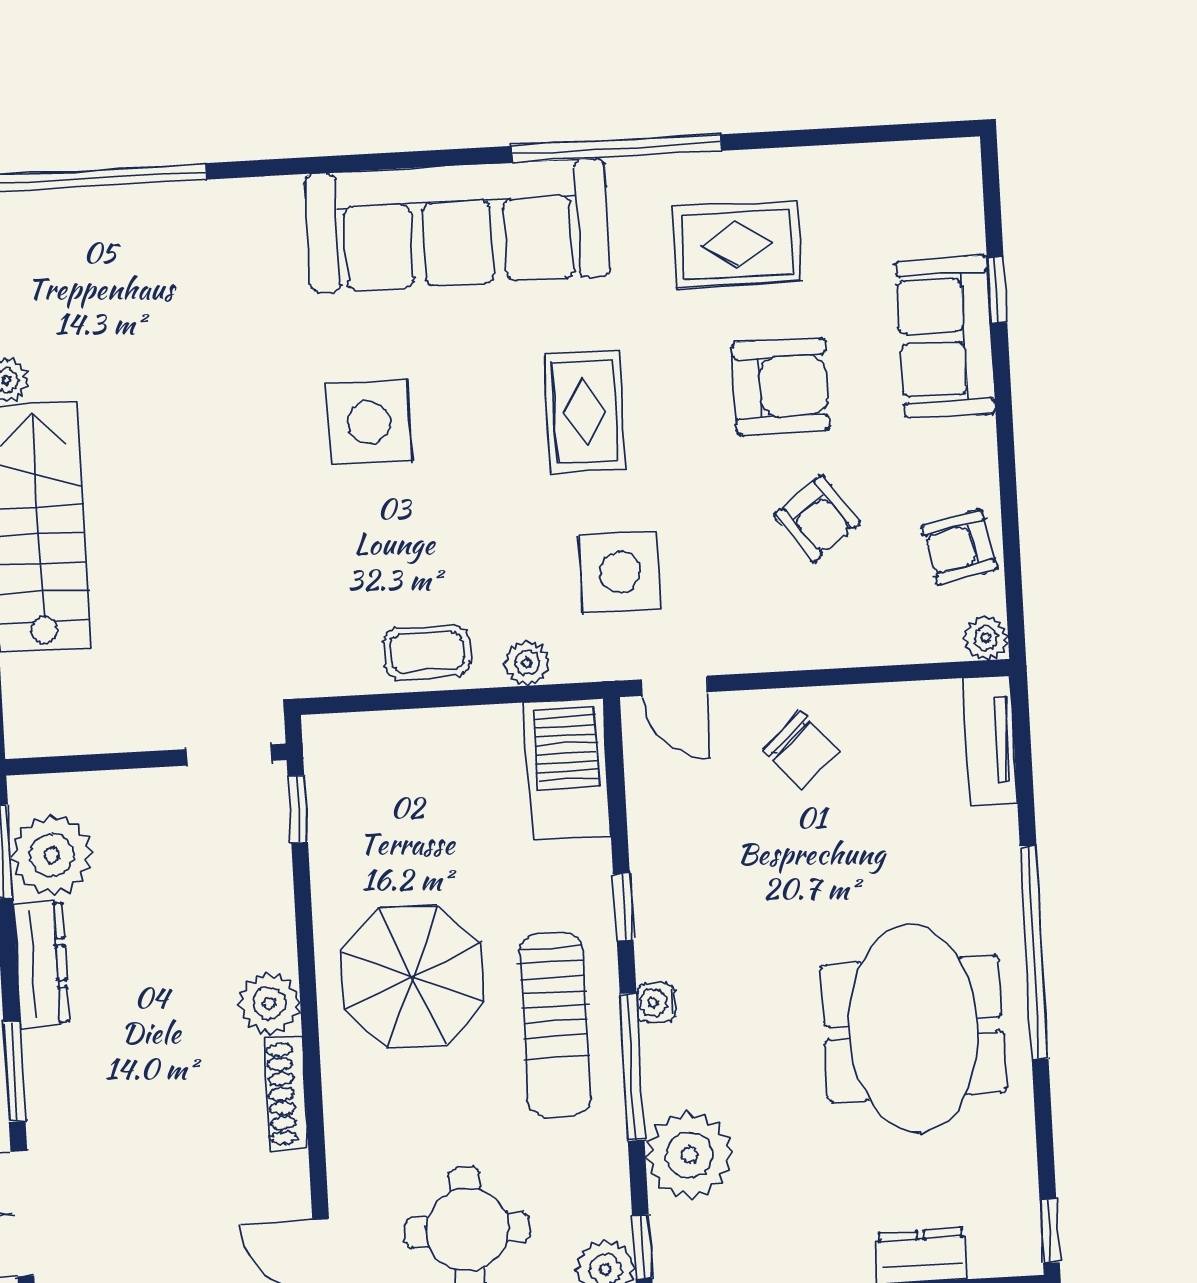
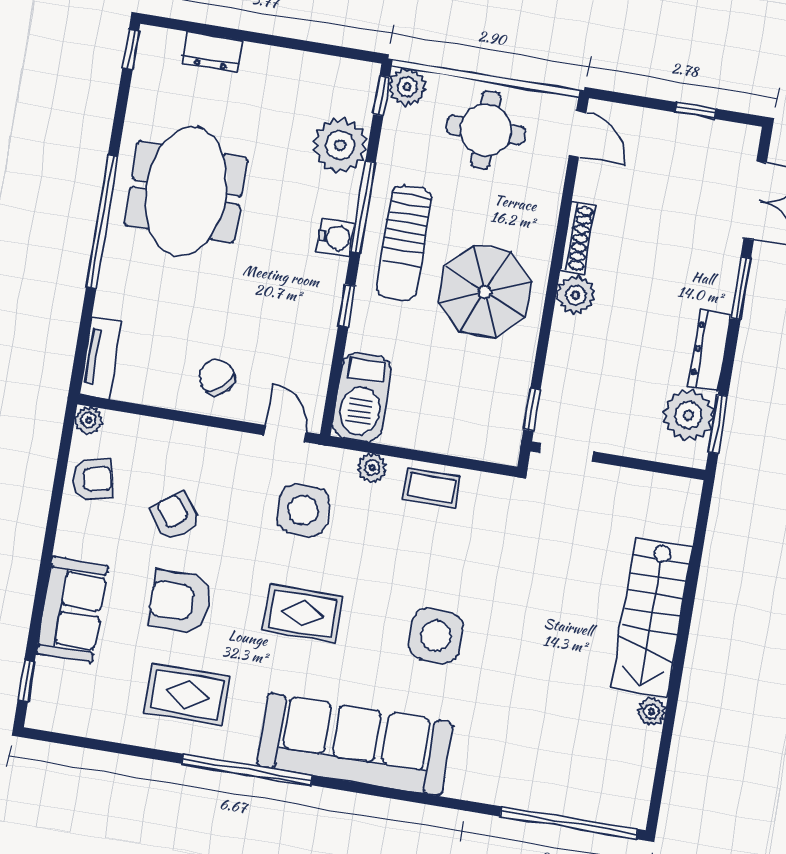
window: (997, 290) -> (26, 681), moved
rug: (585, 412) -> (303, 613), turned 90
water cooler: (656, 1002) -> (336, 238), width x1.38, depth x1.38
sun lounger: (555, 1025) -> (404, 243), turned 180

